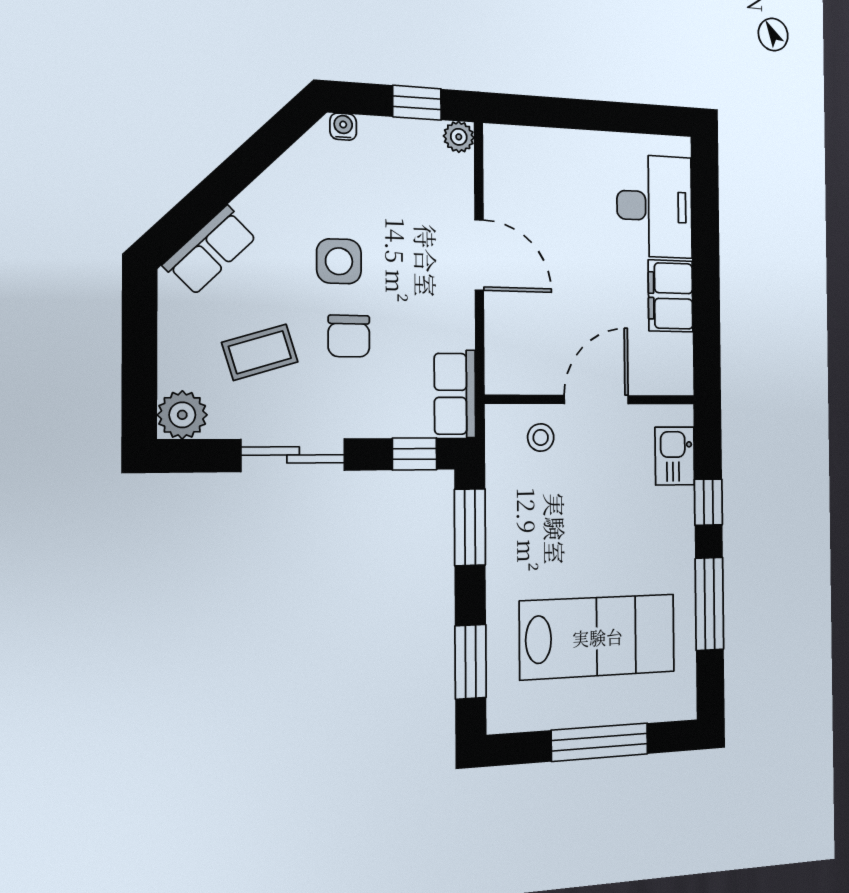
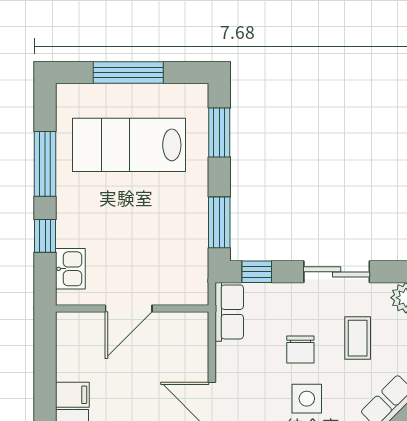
filing cabinet: (671, 296) -> (72, 395), width x0.50
chair: (349, 336) -> (300, 350), turned 180
coffee table: (260, 352) -> (358, 338), turned -73
stool: (541, 437) -> (169, 282), removed

